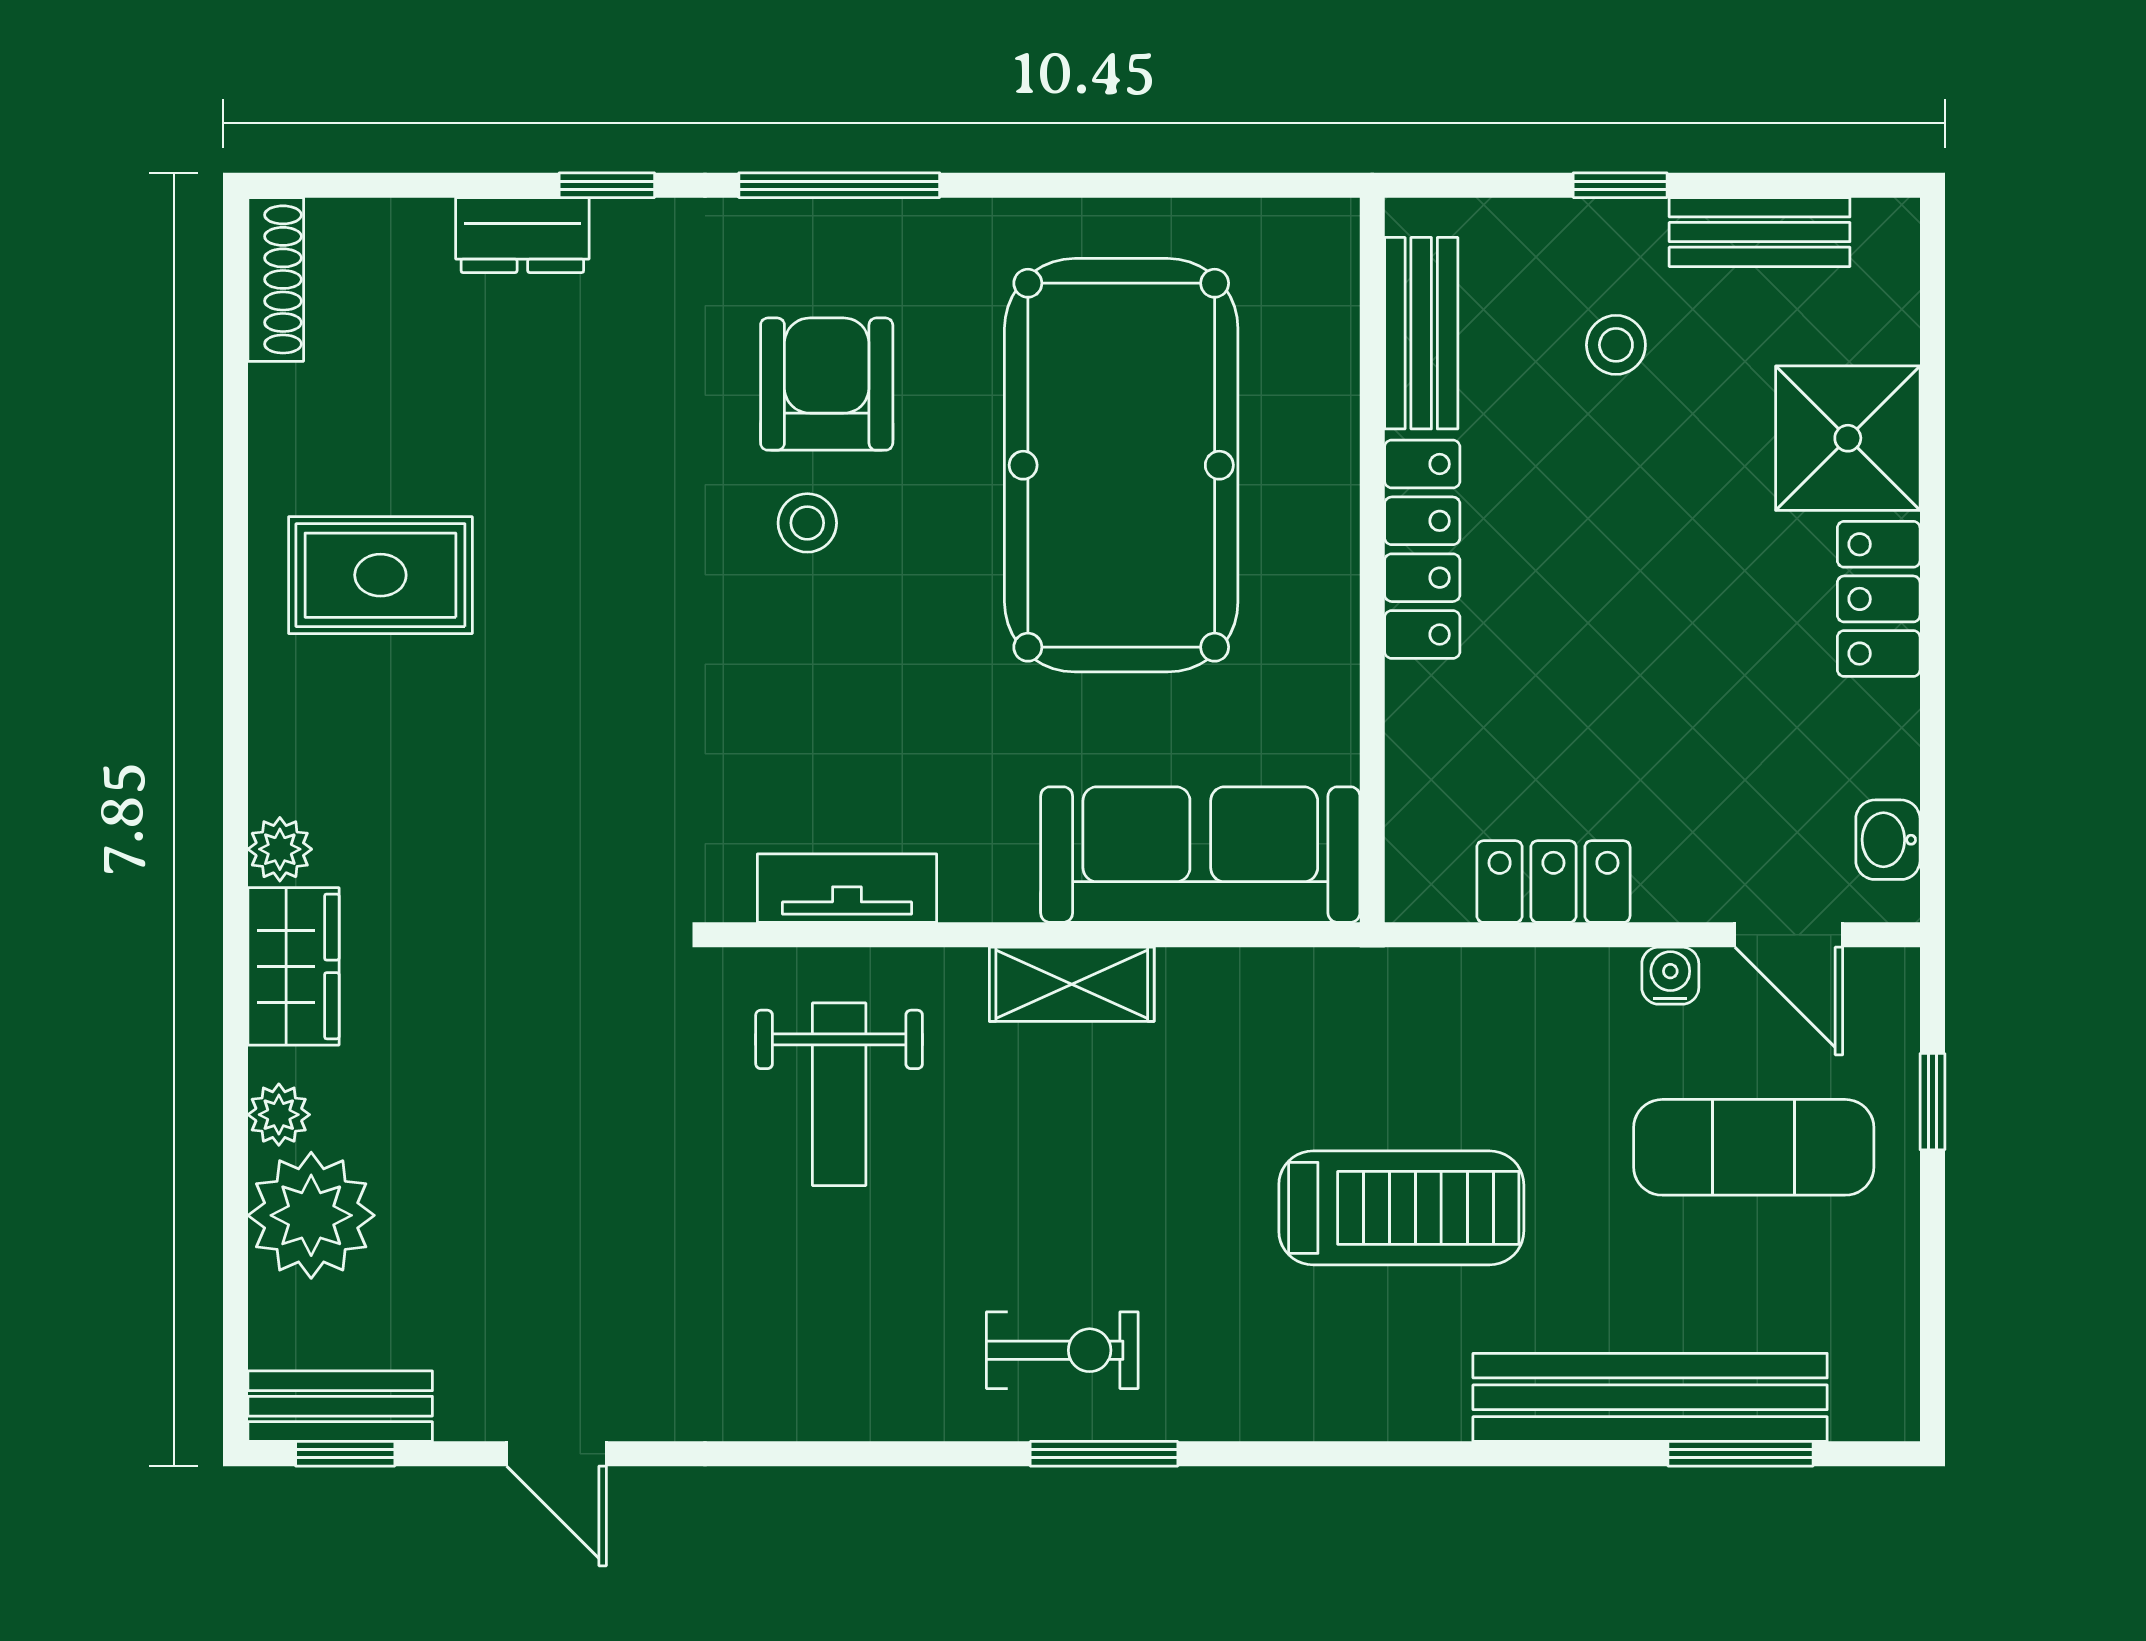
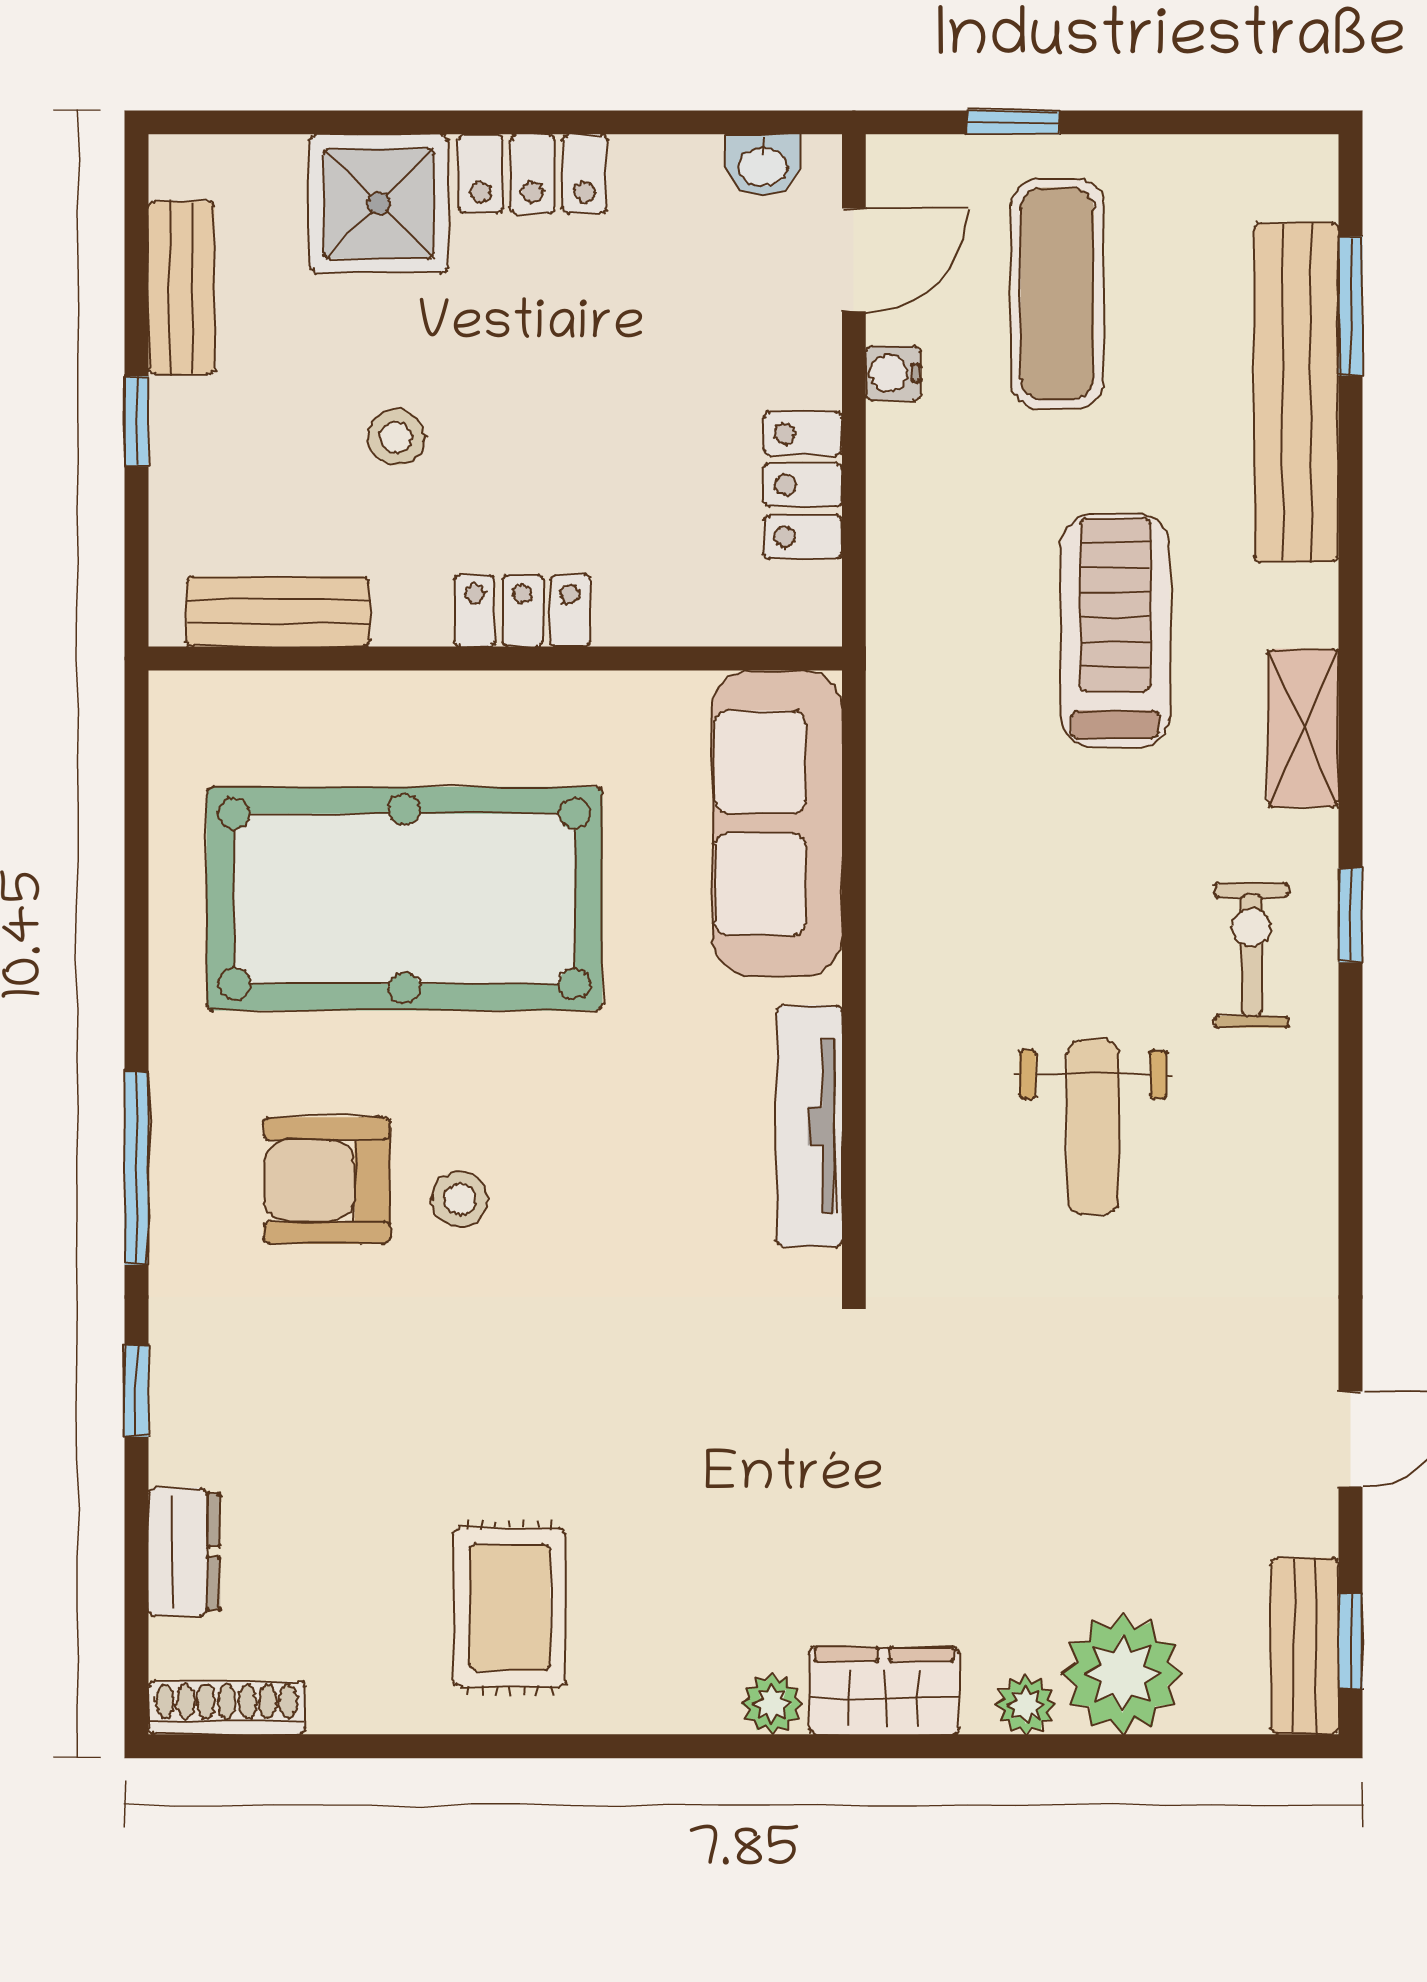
dresser: (522, 235) -> (184, 1552), moved
stool: (1616, 345) -> (396, 437), moved
locker: (1422, 549) -> (522, 611), width x0.66
tv unit: (847, 888) -> (809, 1126), width x1.41
shelving: (1072, 984) -> (1303, 728), moved
weight bench: (839, 1094) -> (1093, 1127), moved, turned 90
window: (1104, 1454) -> (1350, 915), width x0.67

